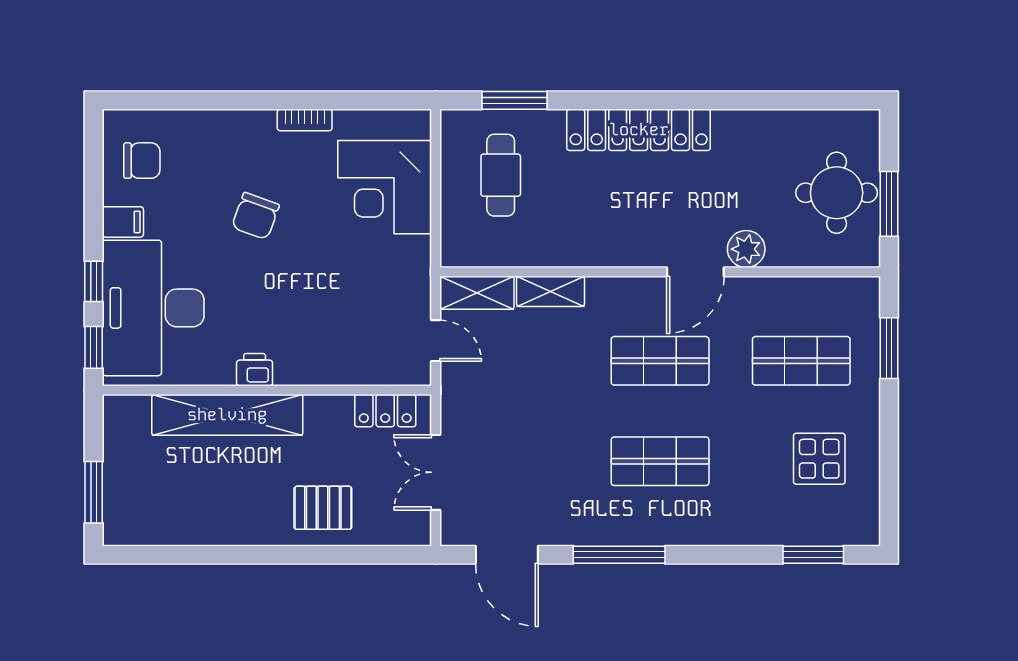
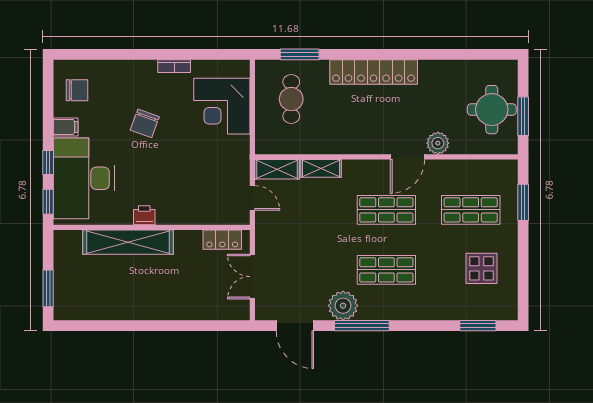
pallet: (323, 508) -> (185, 298), removed
plant: (587, 521) -> (343, 306), added

